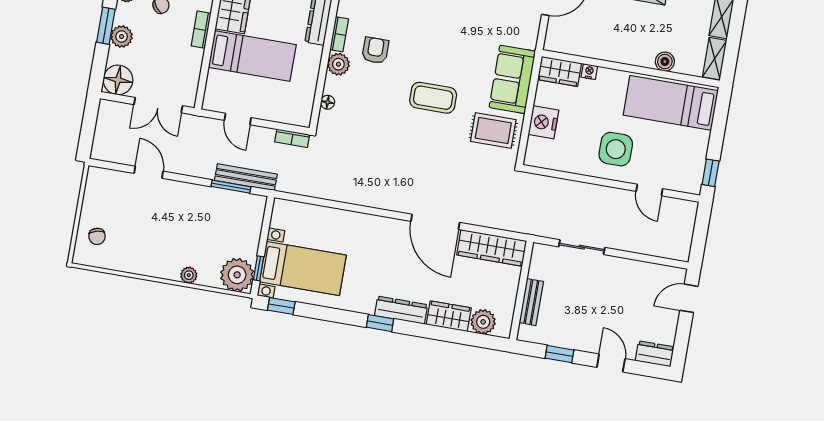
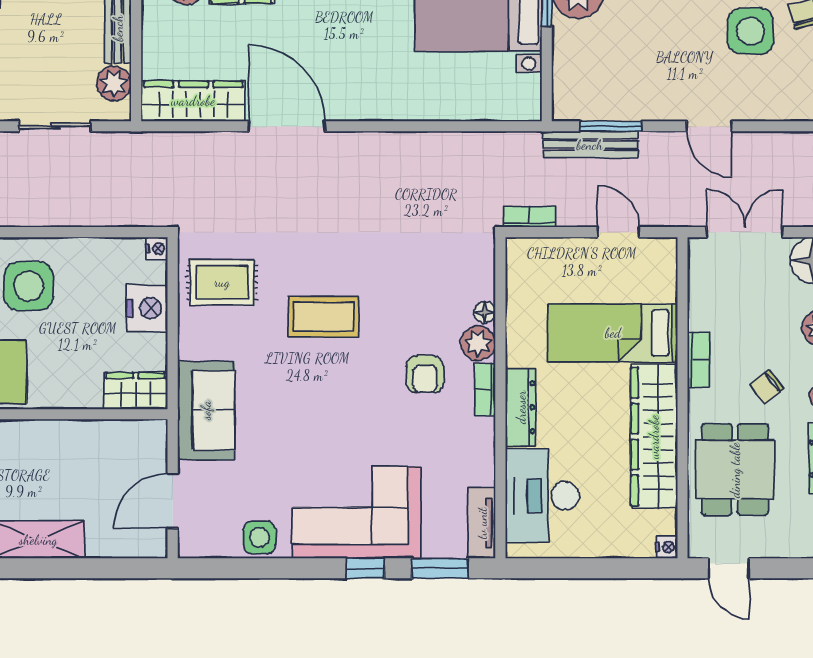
nightstand: (589, 72) -> (157, 249), moved, turned -90
sofa: (512, 79) -> (206, 410), moved
floor lamp: (328, 102) -> (485, 312), moved
door: (149, 172) -> (709, 126), moved
side table: (133, 231) -> (750, 31), added
plant: (540, 268) -> (114, 83), added

